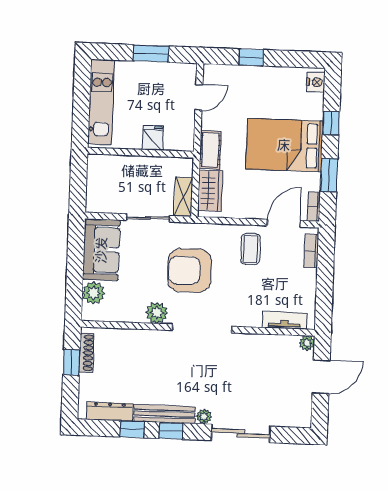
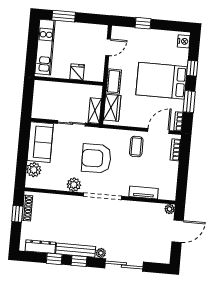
window: (151, 53) -> (64, 16), moved
tv unit: (285, 320) -> (144, 192), moved

